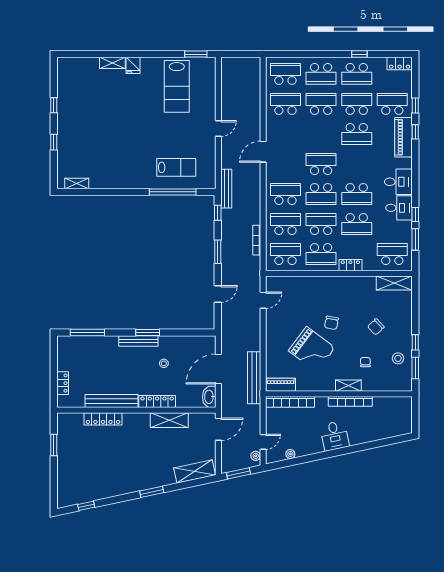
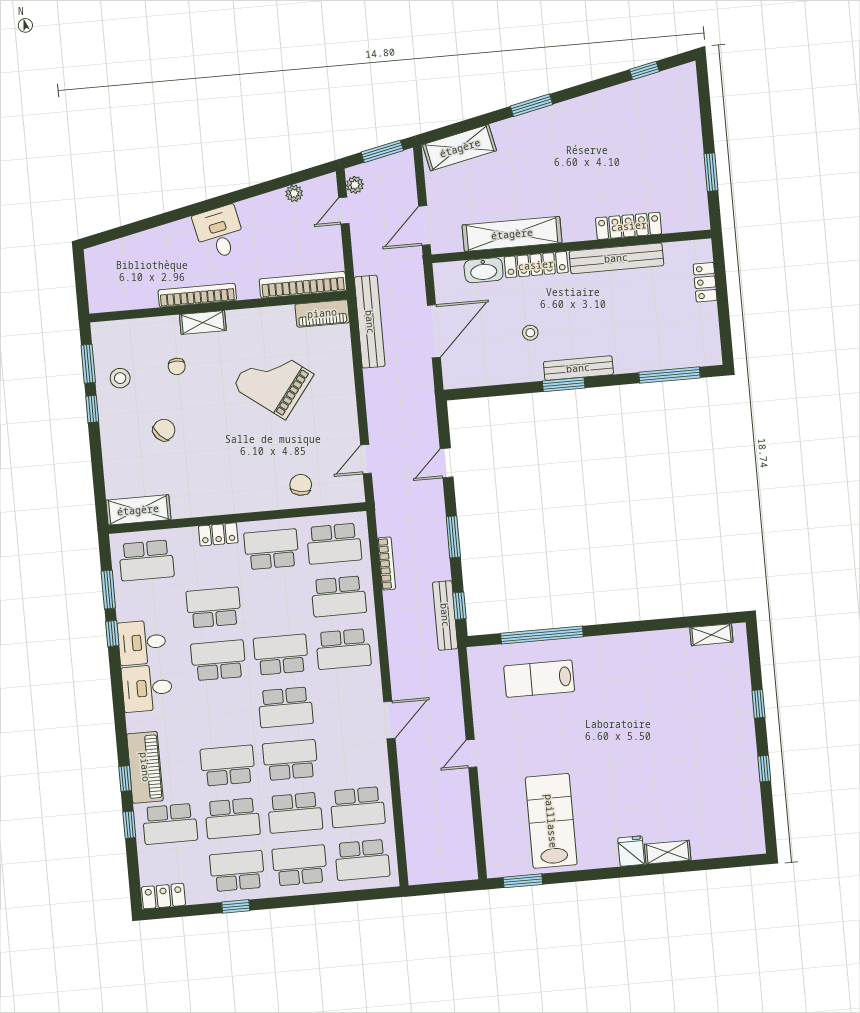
bench: (226, 189) -> (445, 615), moved
school desk: (321, 224) -> (290, 760), moved, turned 180
chair: (331, 323) -> (301, 485), moved
washbasin: (209, 397) -> (484, 270), moved, turned 90
shelving: (169, 420) -> (512, 234), width x1.47

